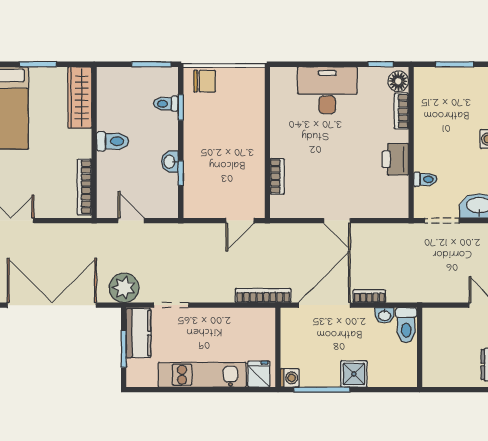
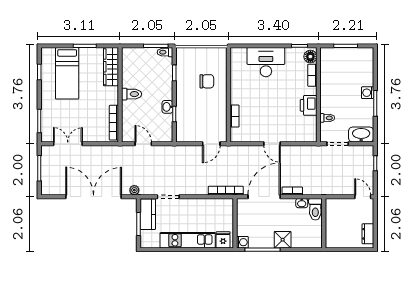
chair: (205, 81) -> (207, 81), moved
toilet: (166, 104) -> (165, 52), moved
plant: (124, 288) -> (134, 190), width x0.53, depth x0.53

